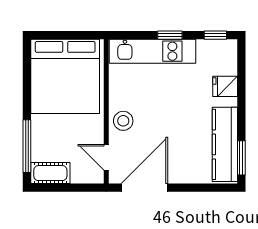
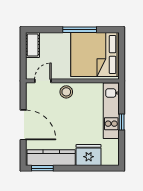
window: (215, 35) -> (122, 151), removed
fridge: (225, 86) -> (89, 155), width x1.88, depth x1.34
window: (27, 146) -> (80, 30), moved
door: (144, 188) -> (23, 125), moved

